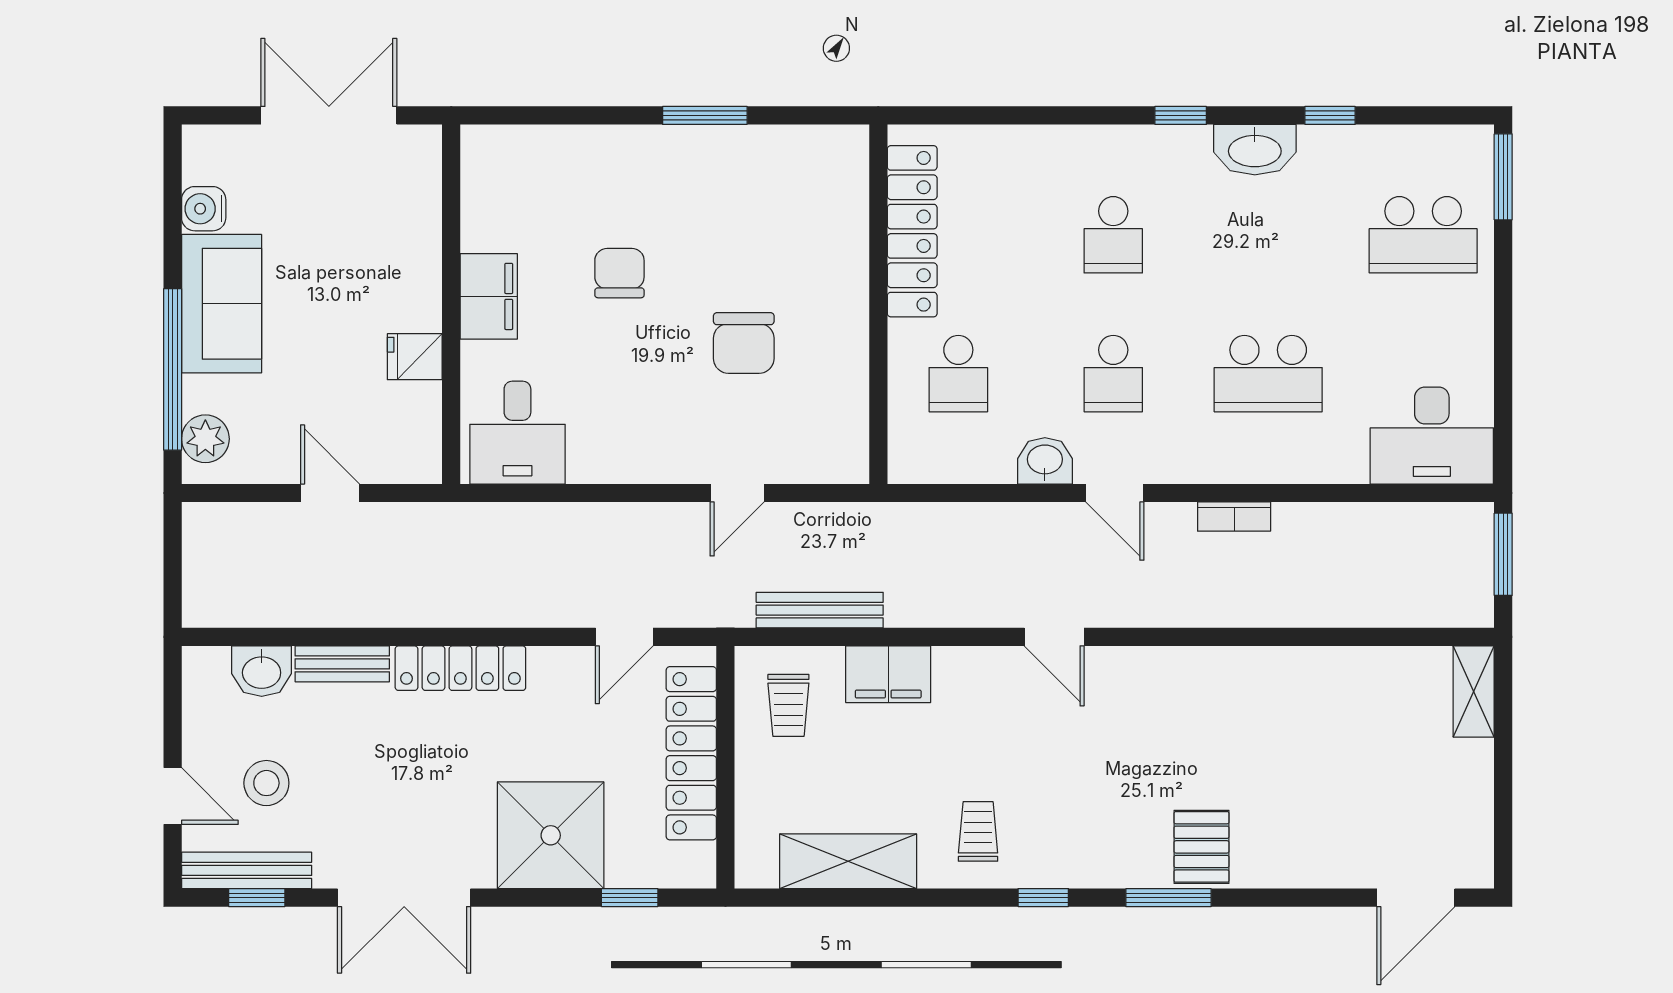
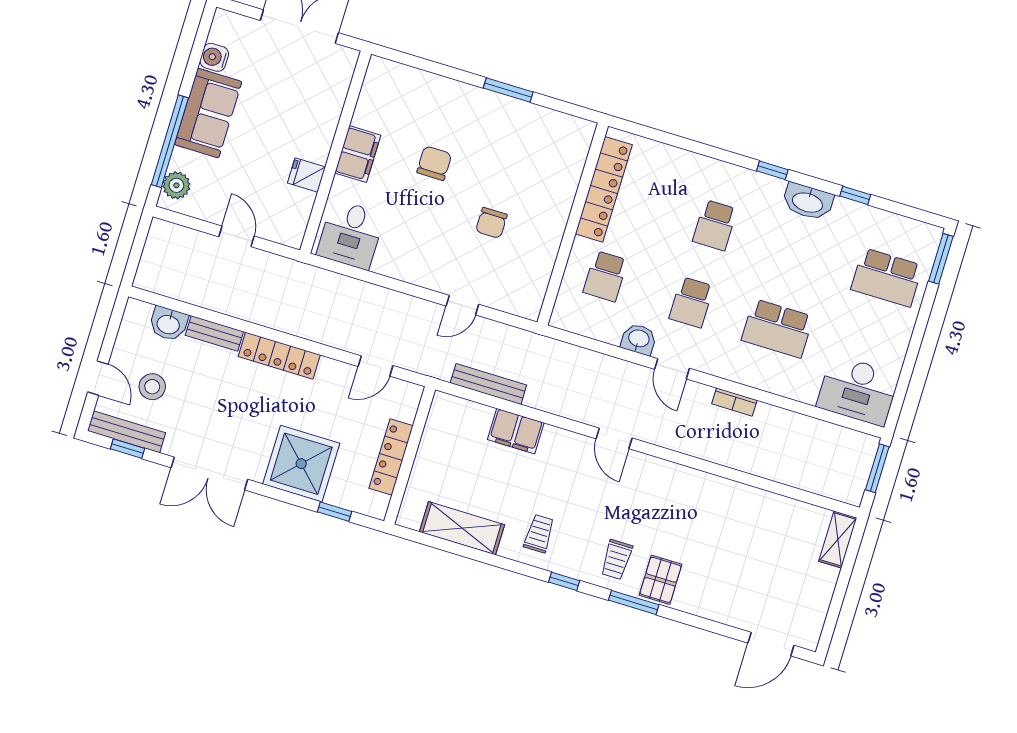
chair: (744, 343) -> (491, 223), width x0.73, depth x0.73
trolley: (788, 705) -> (617, 560), moved
locker: (691, 753) -> (391, 457), width x0.71, depth x0.83

